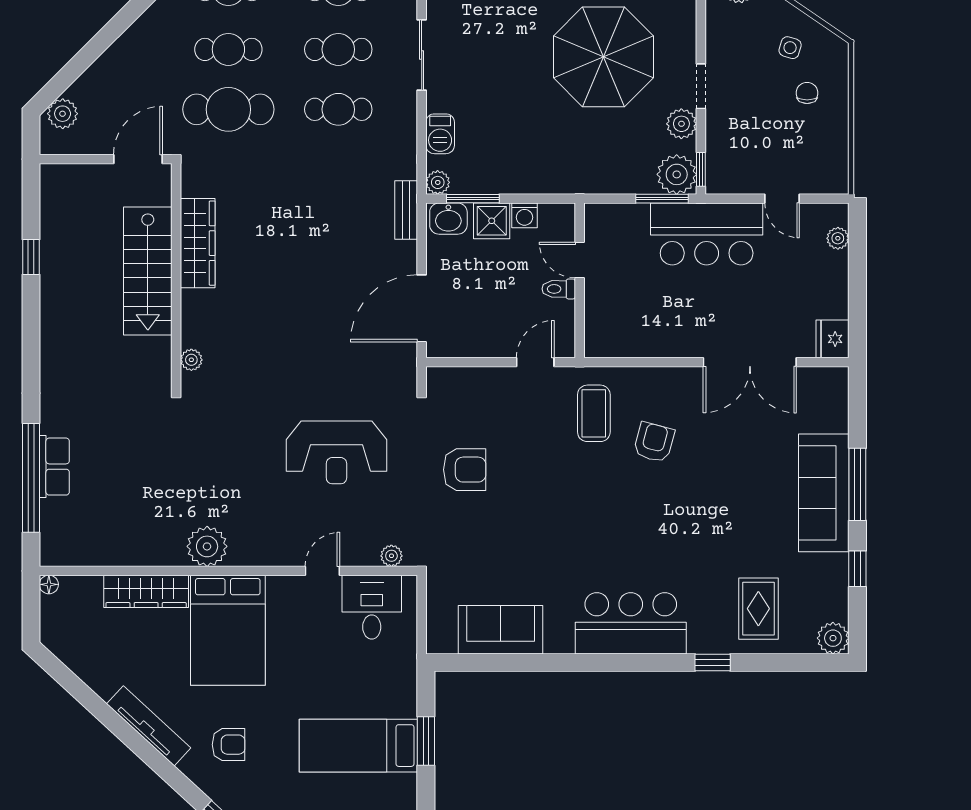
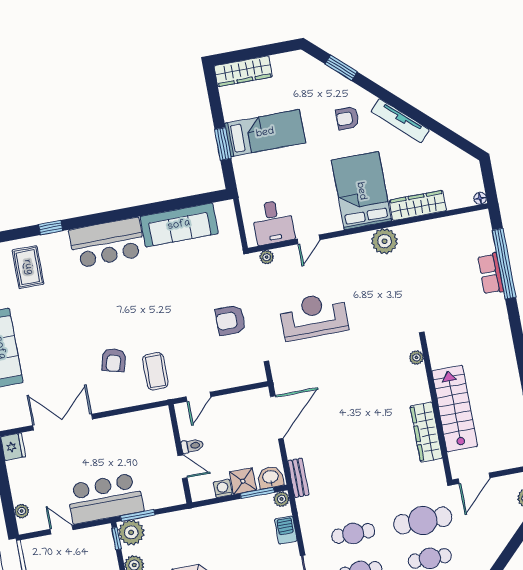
sofa: (501, 630) -> (179, 225), width x1.36

